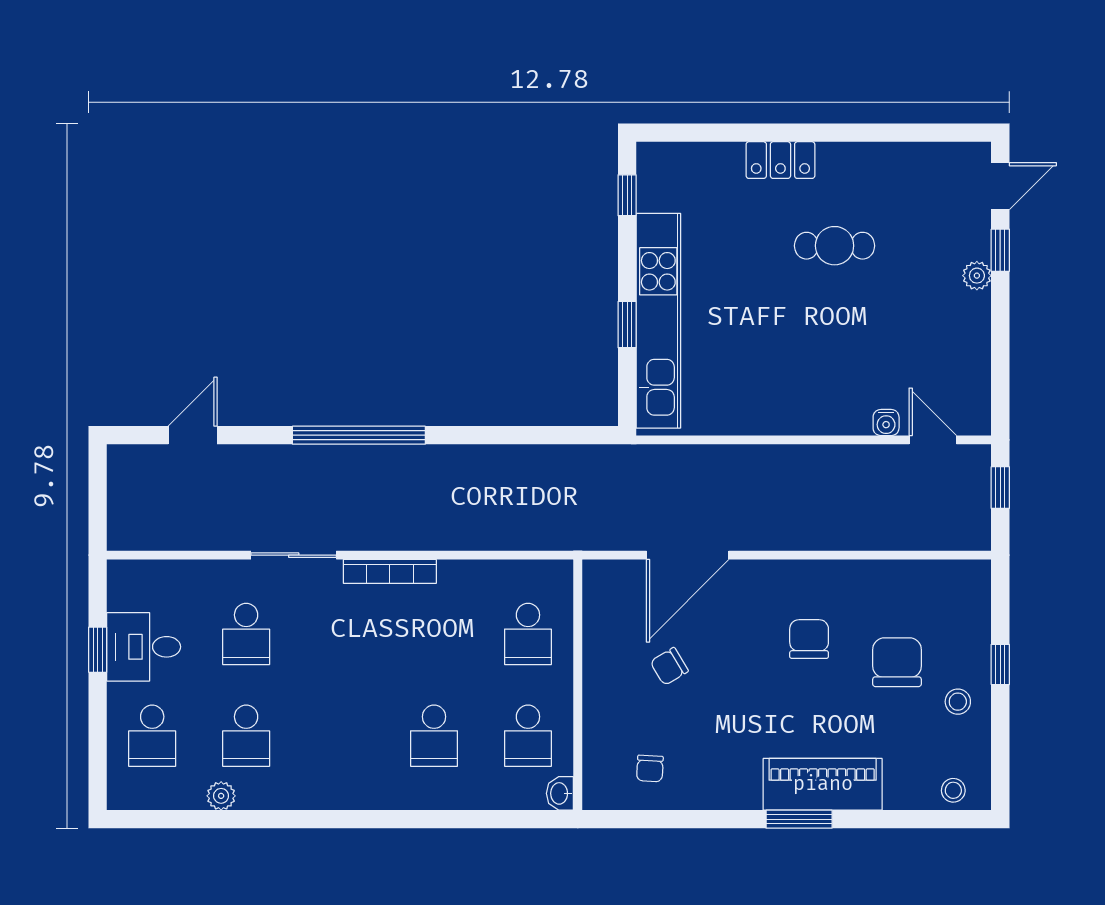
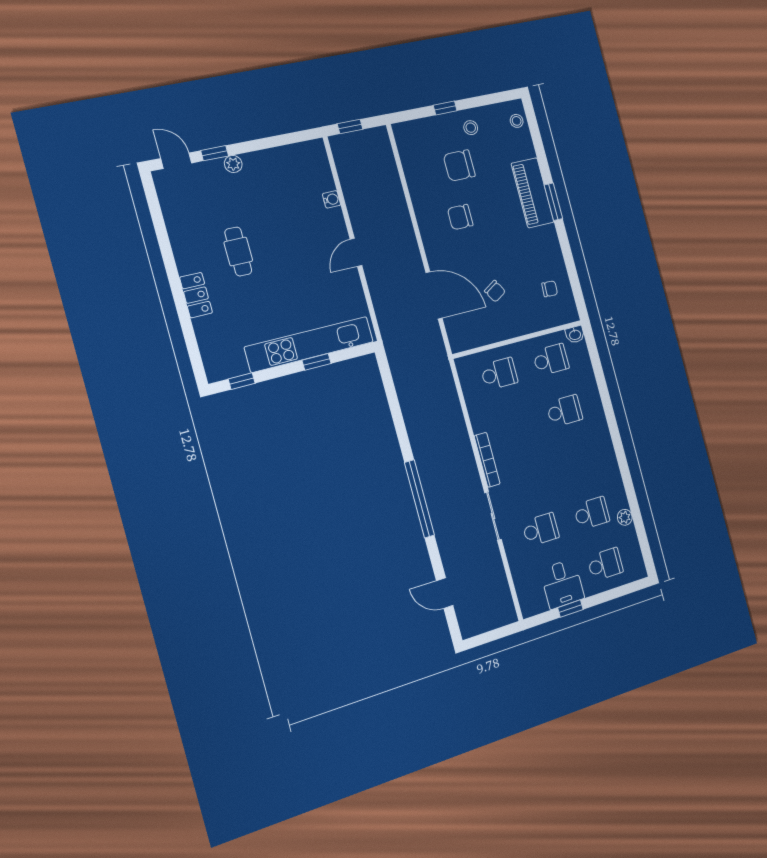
door: (933, 440) -> (356, 252), moved

